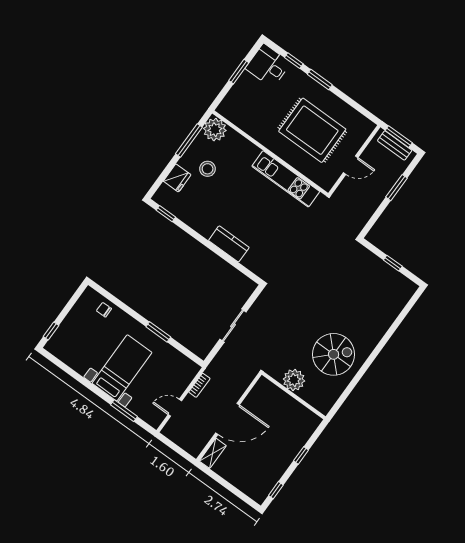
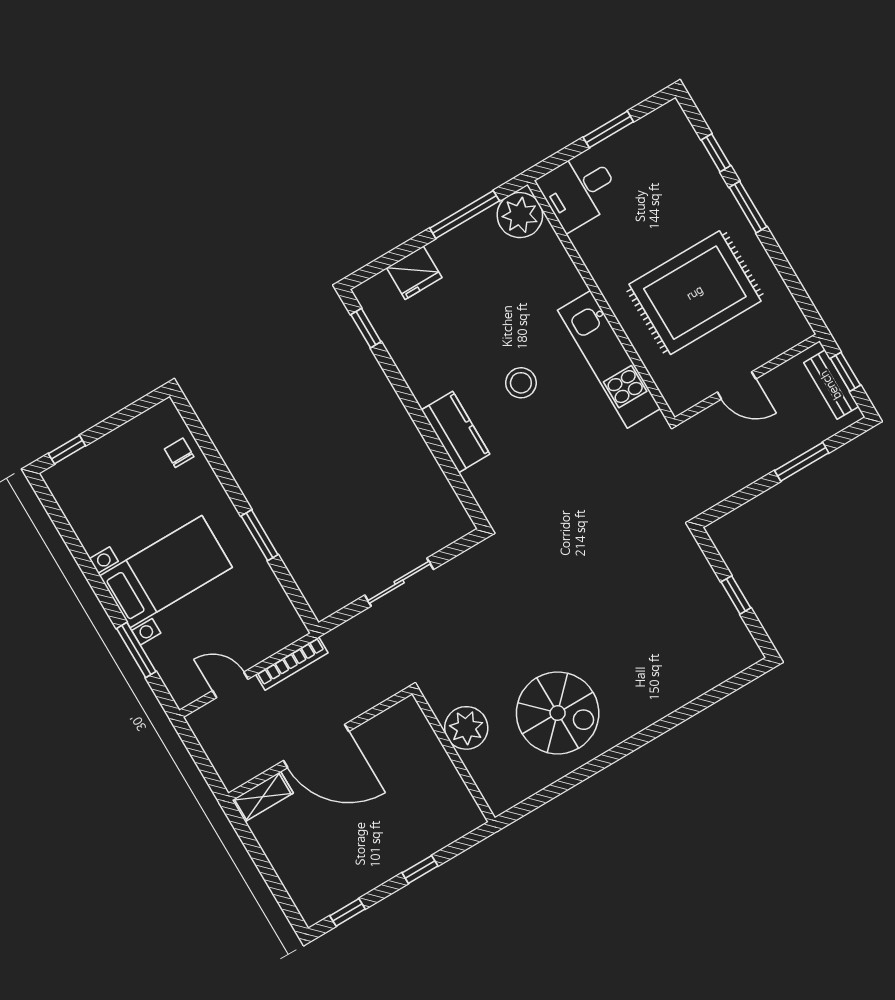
desk: (268, 66) -> (579, 190), moved, turned -90
rug: (312, 130) -> (695, 293), turned 90
window: (399, 137) -> (845, 372), width x0.67
stool: (208, 169) -> (521, 383), moved
bookcase: (199, 385) -> (292, 664), width x1.56

